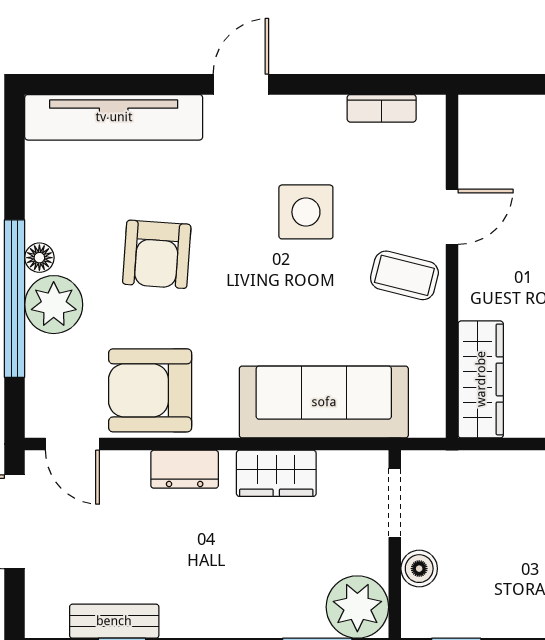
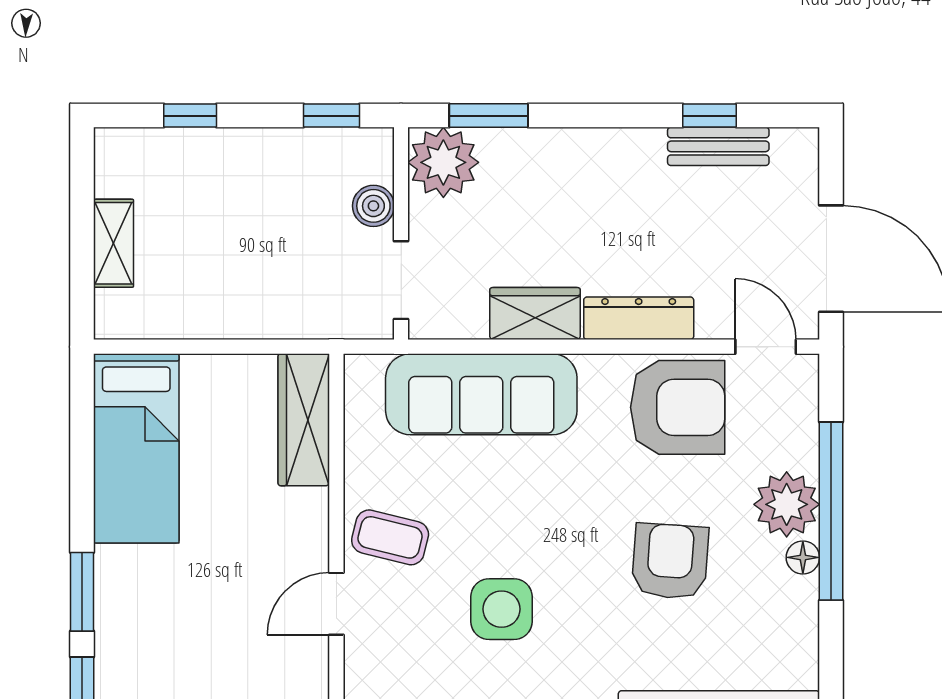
dresser: (185, 469) -> (639, 318), width x1.44

